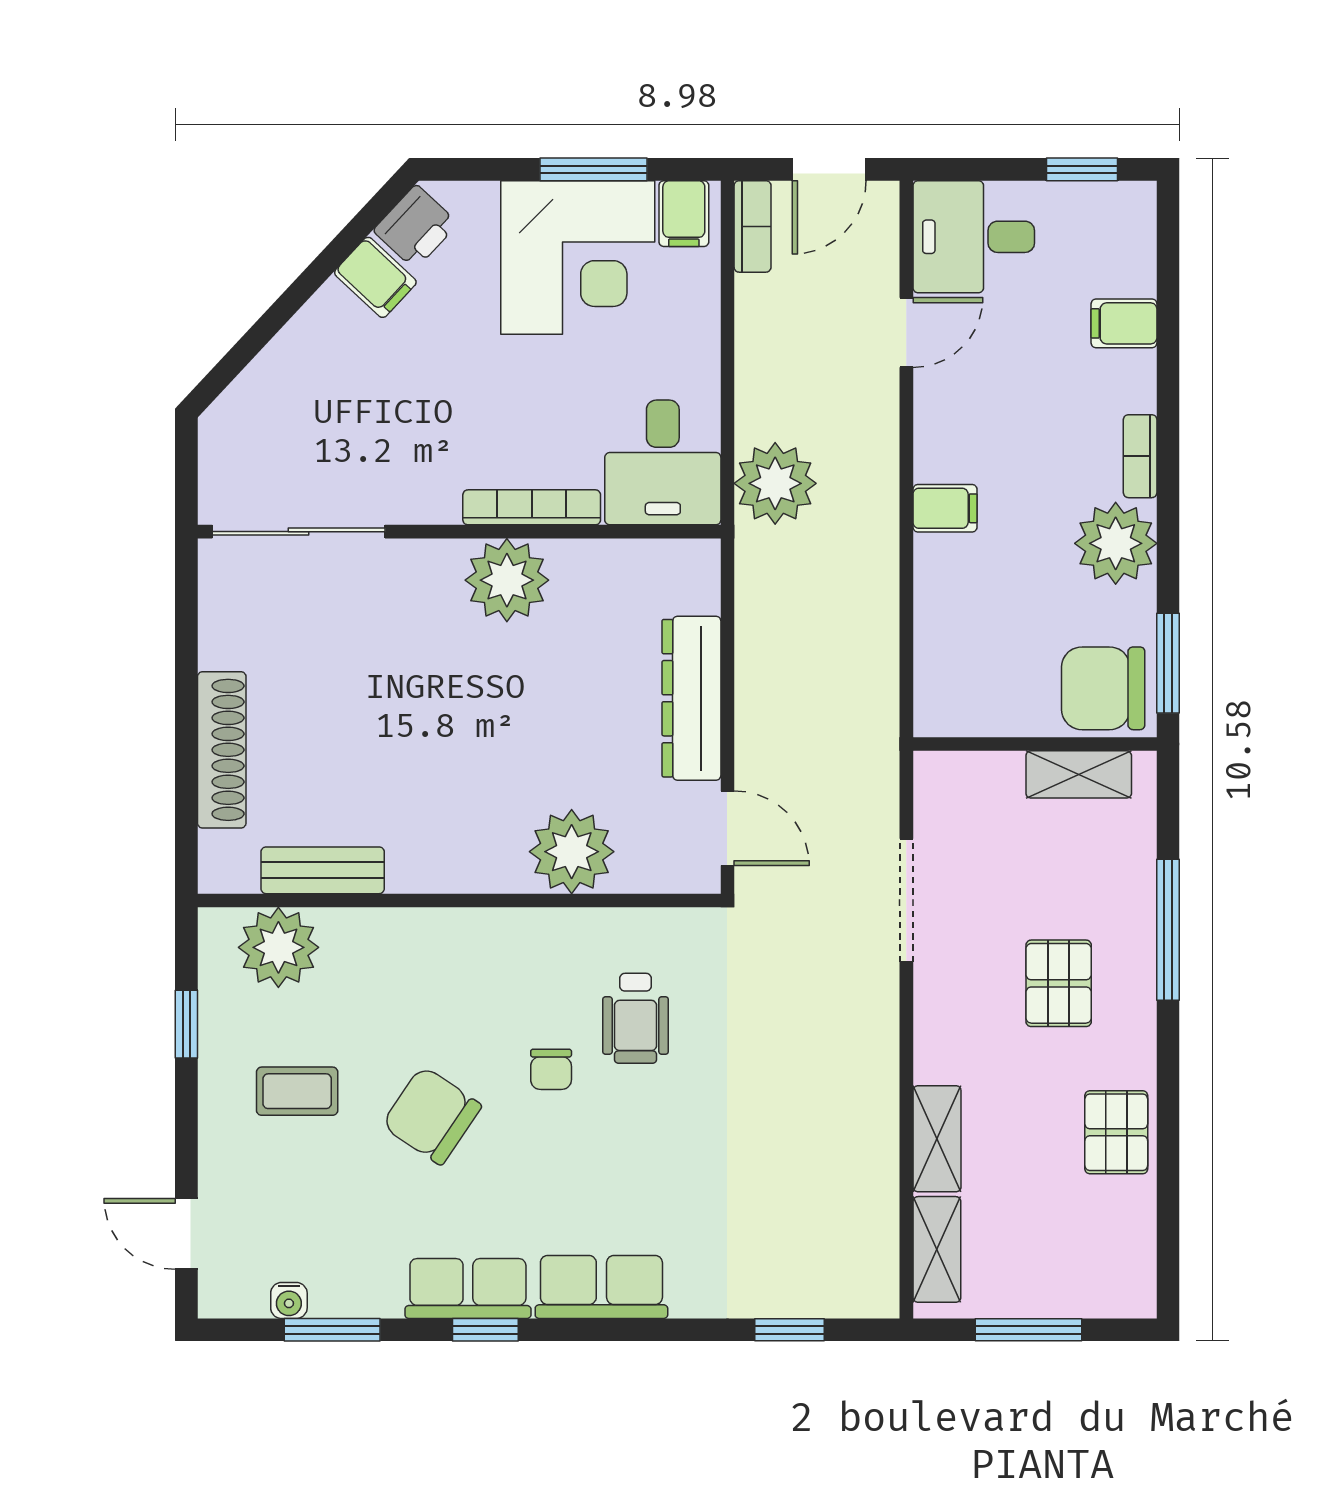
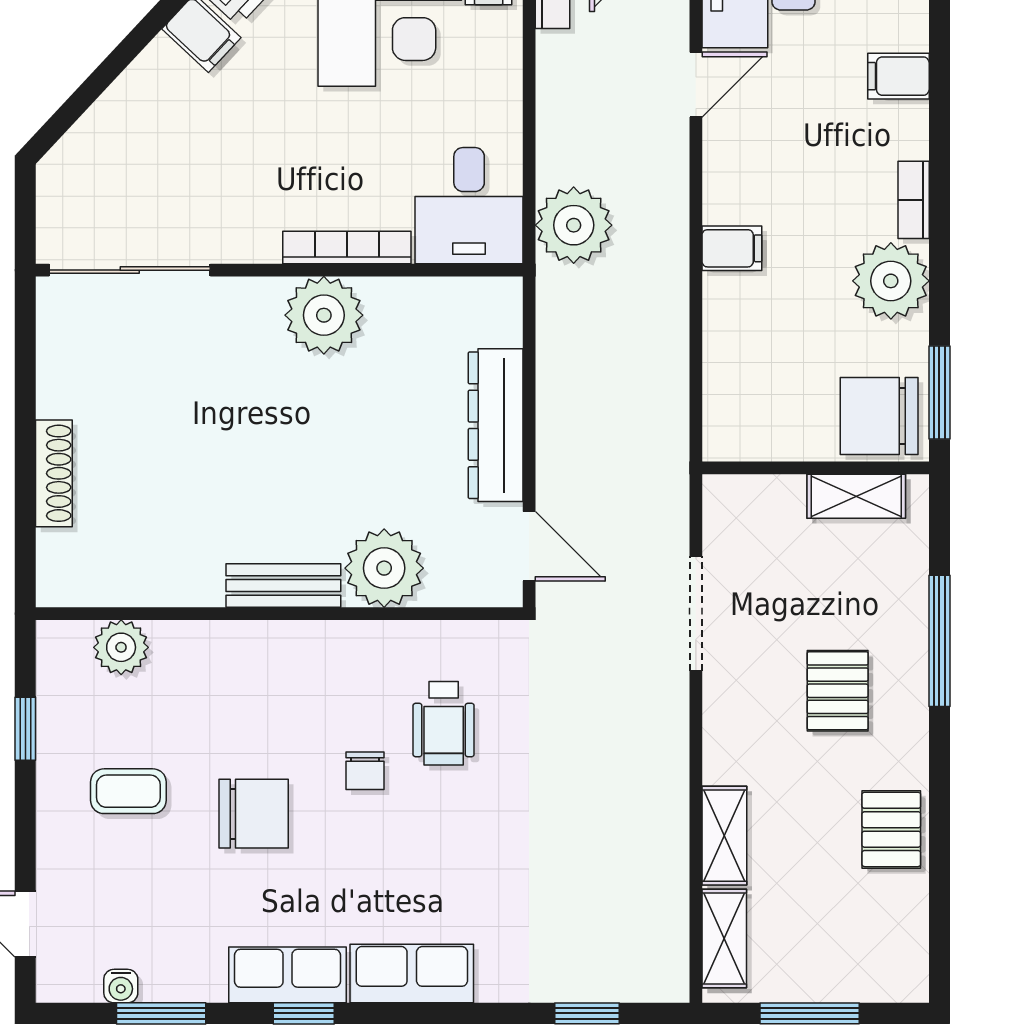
shoe rack: (222, 750) -> (54, 473), width x0.74, depth x0.81
bench: (323, 870) -> (283, 585), moved
plant: (278, 947) -> (121, 647), width x0.73, depth x0.73
chair: (432, 1115) -> (254, 814), turned 146

